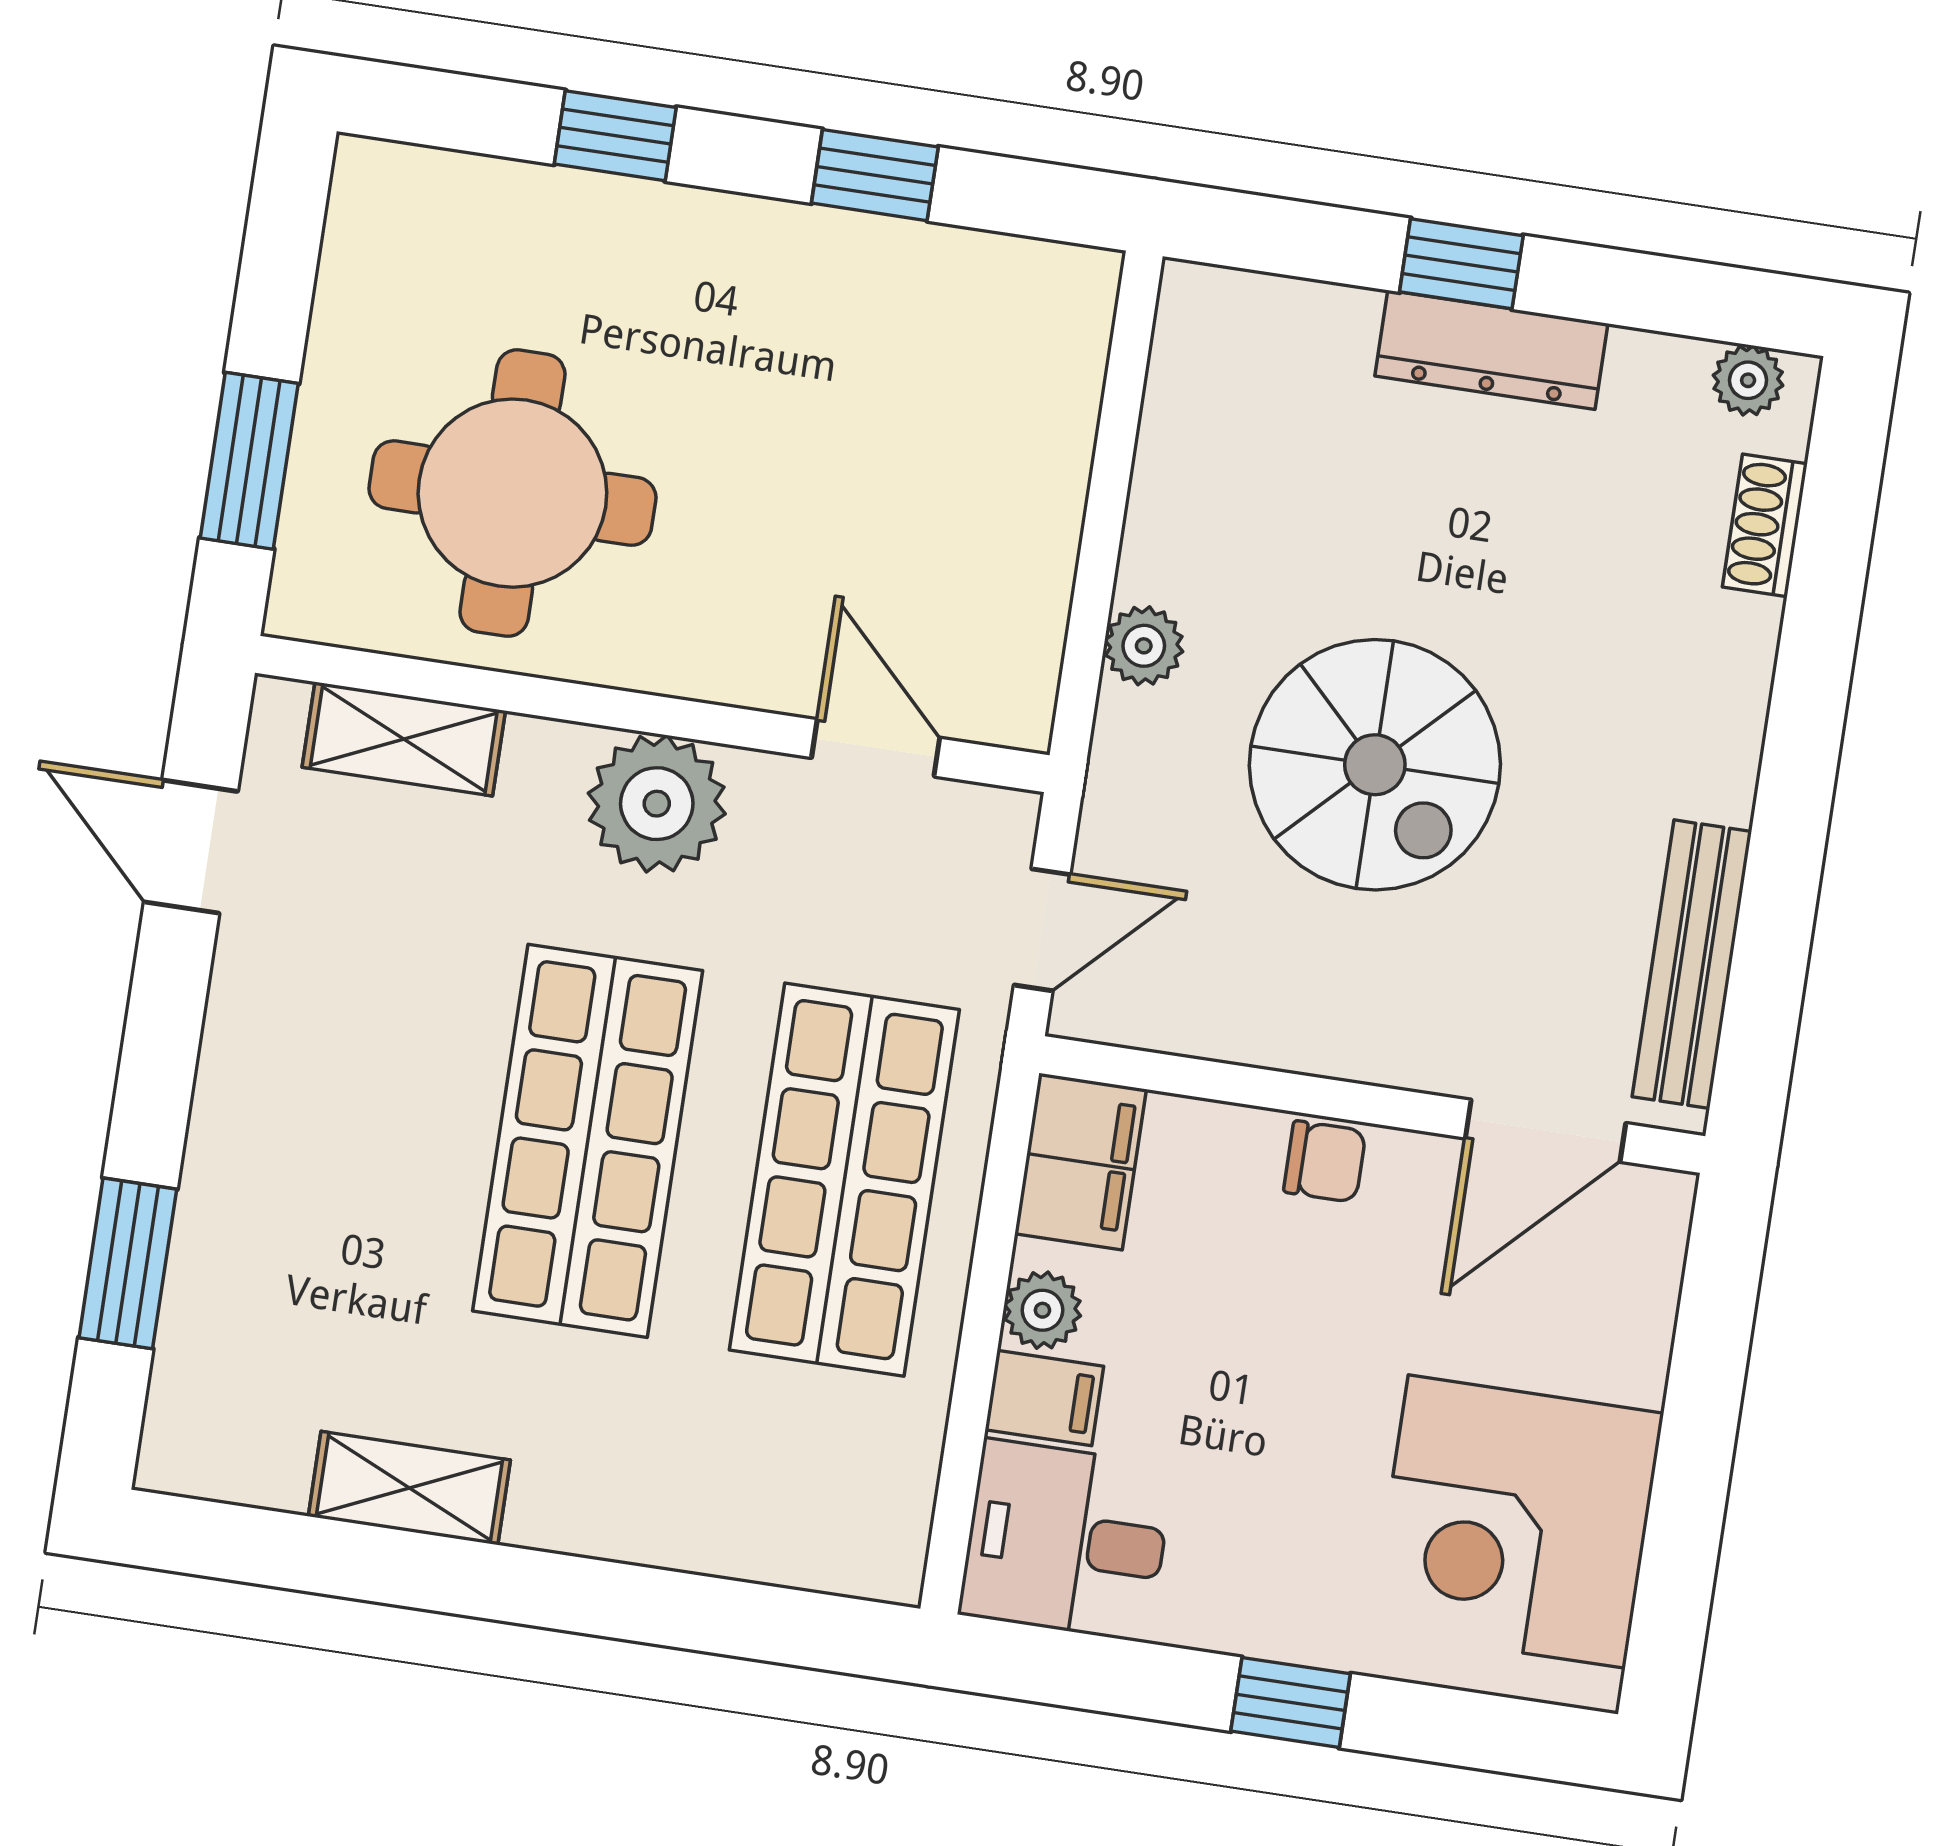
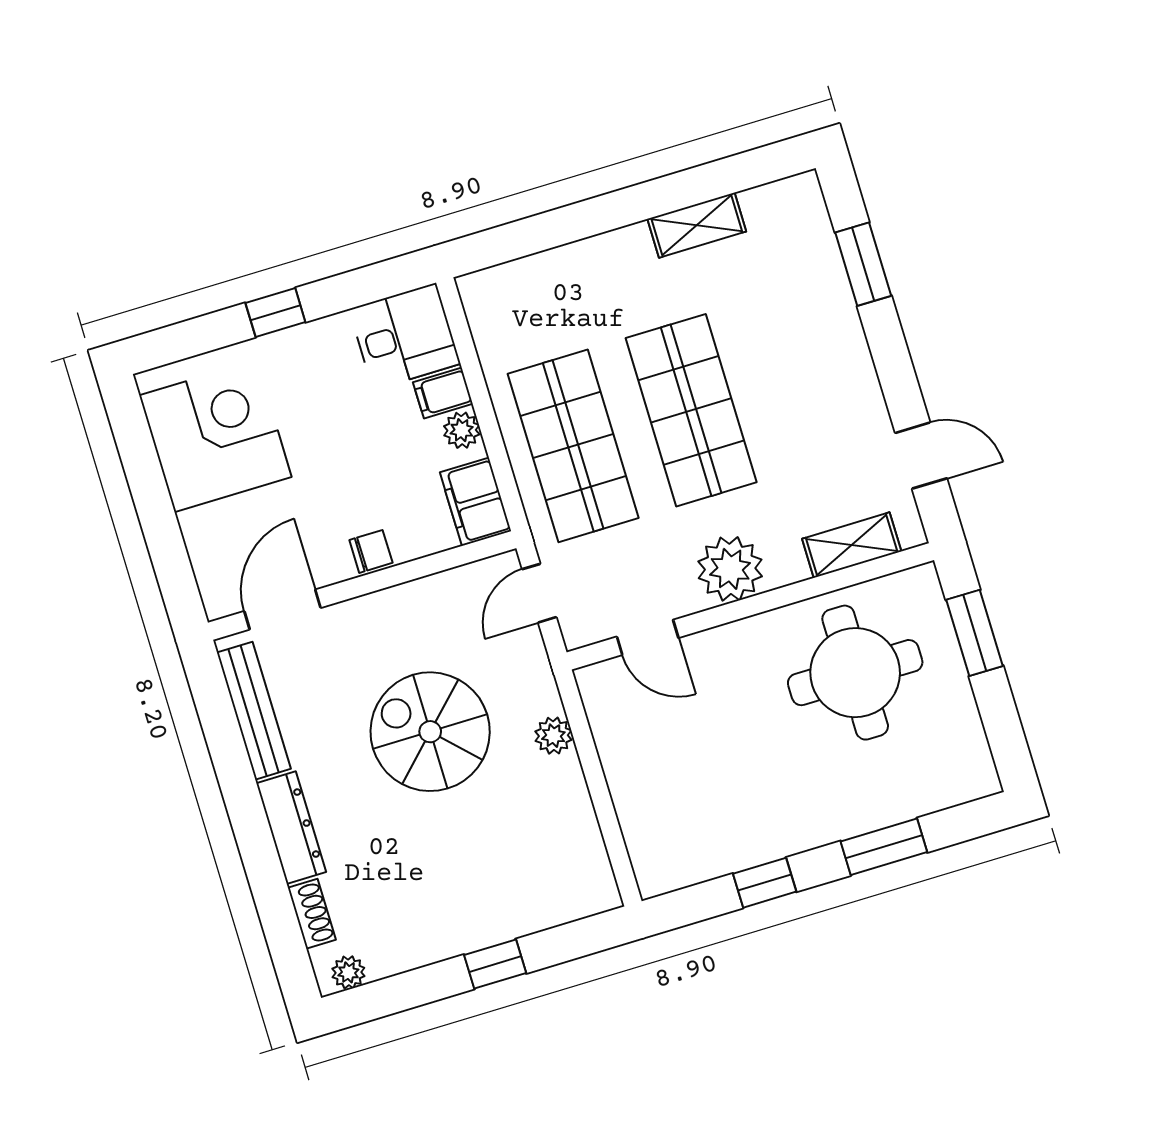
window: (615, 136) -> (884, 847), width x1.50
dresser: (1491, 350) -> (291, 828), moved, turned 90
chair: (1325, 1162) -> (371, 551), turned 180

